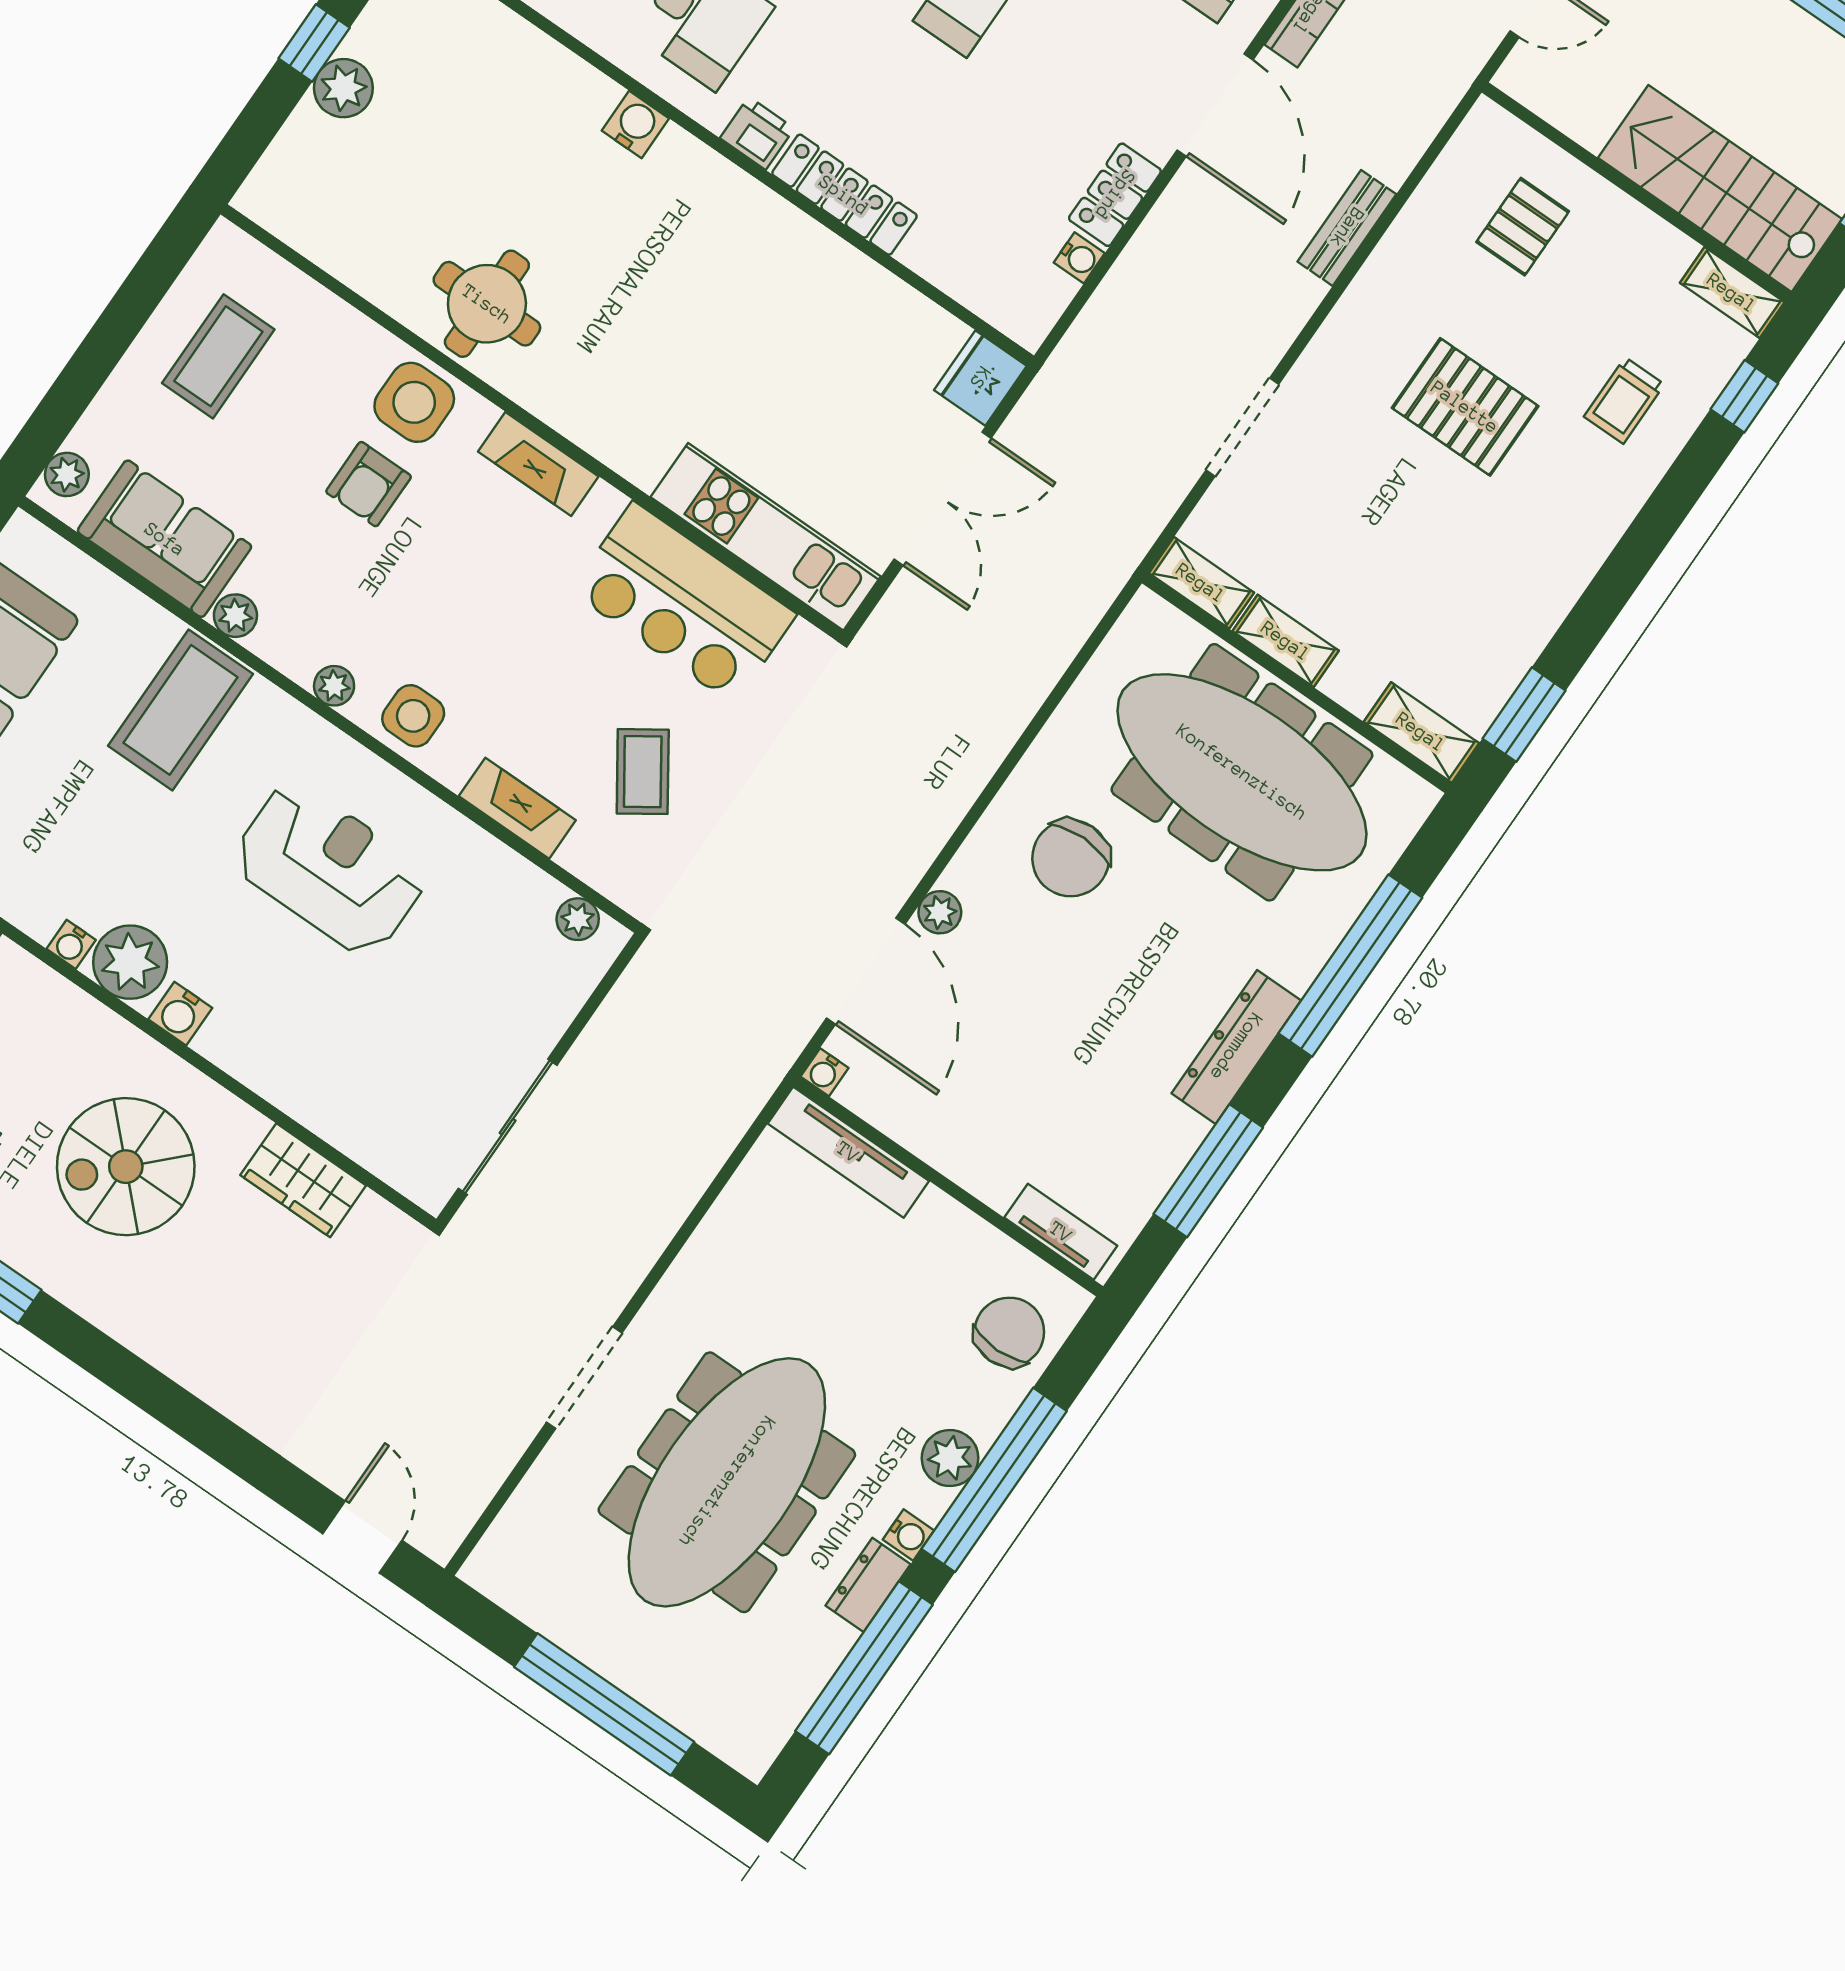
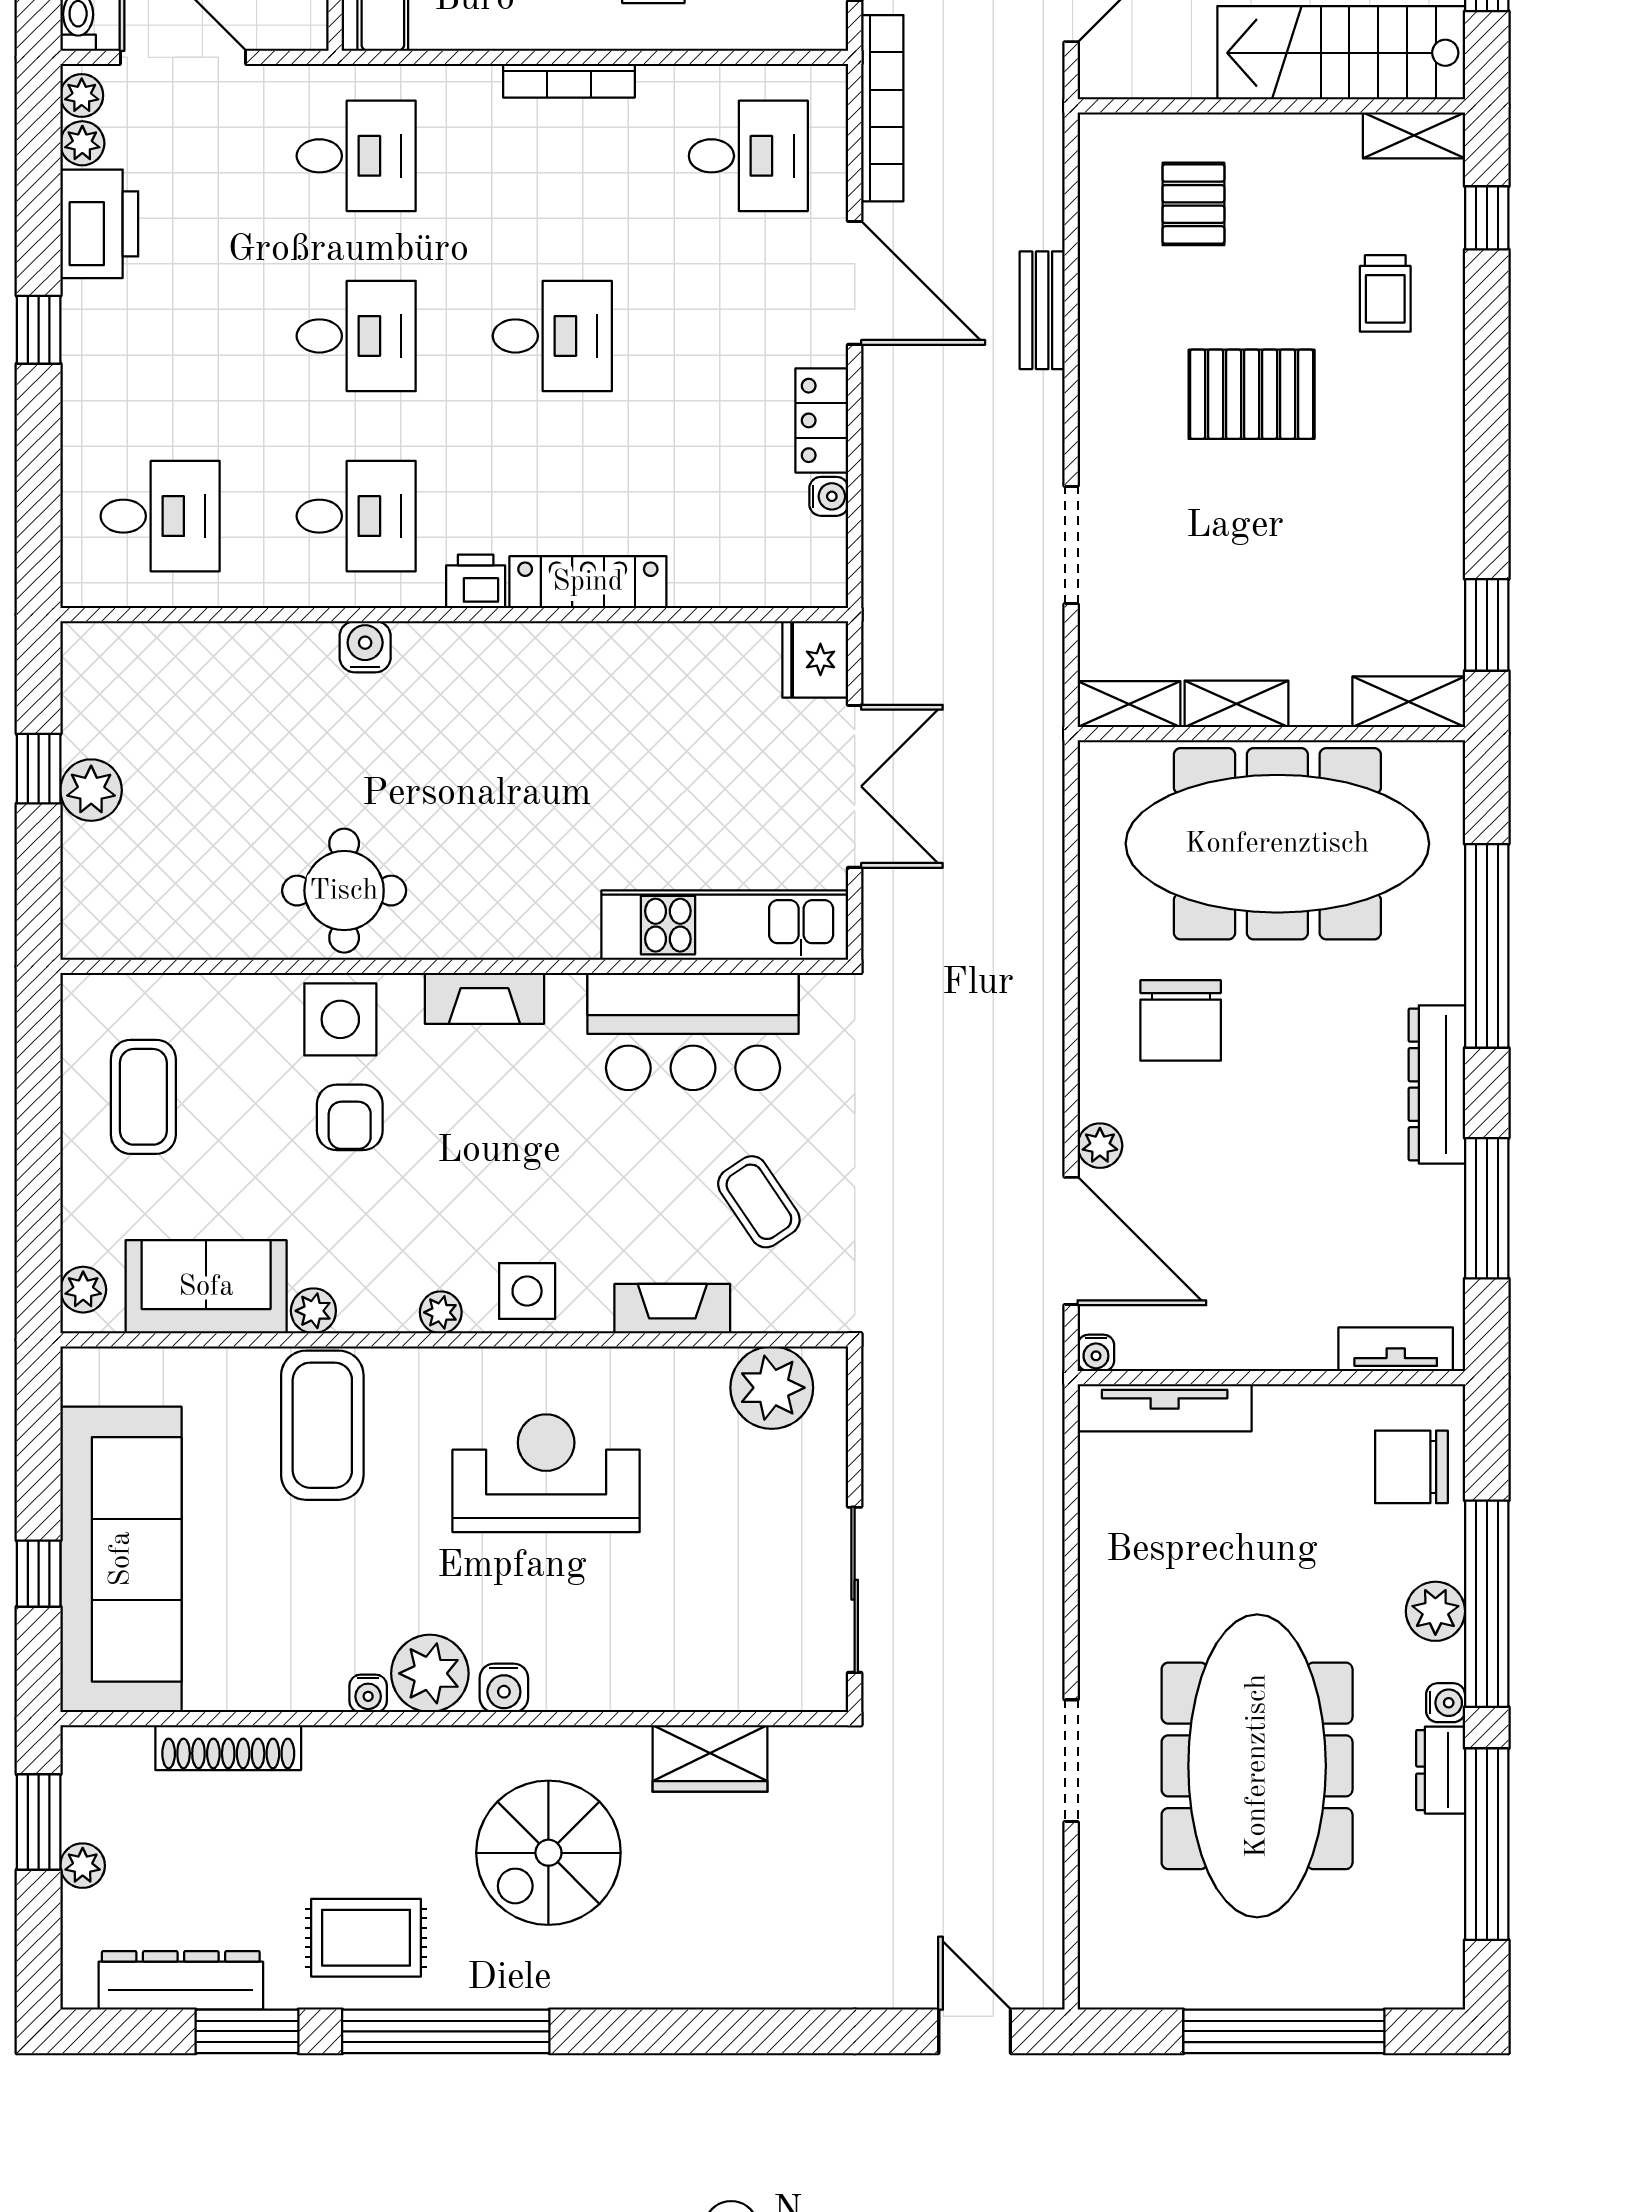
plant: (578, 919) -> (772, 1388), width x1.87, depth x1.87
chair: (1009, 1332) -> (1411, 1467), turned -90

